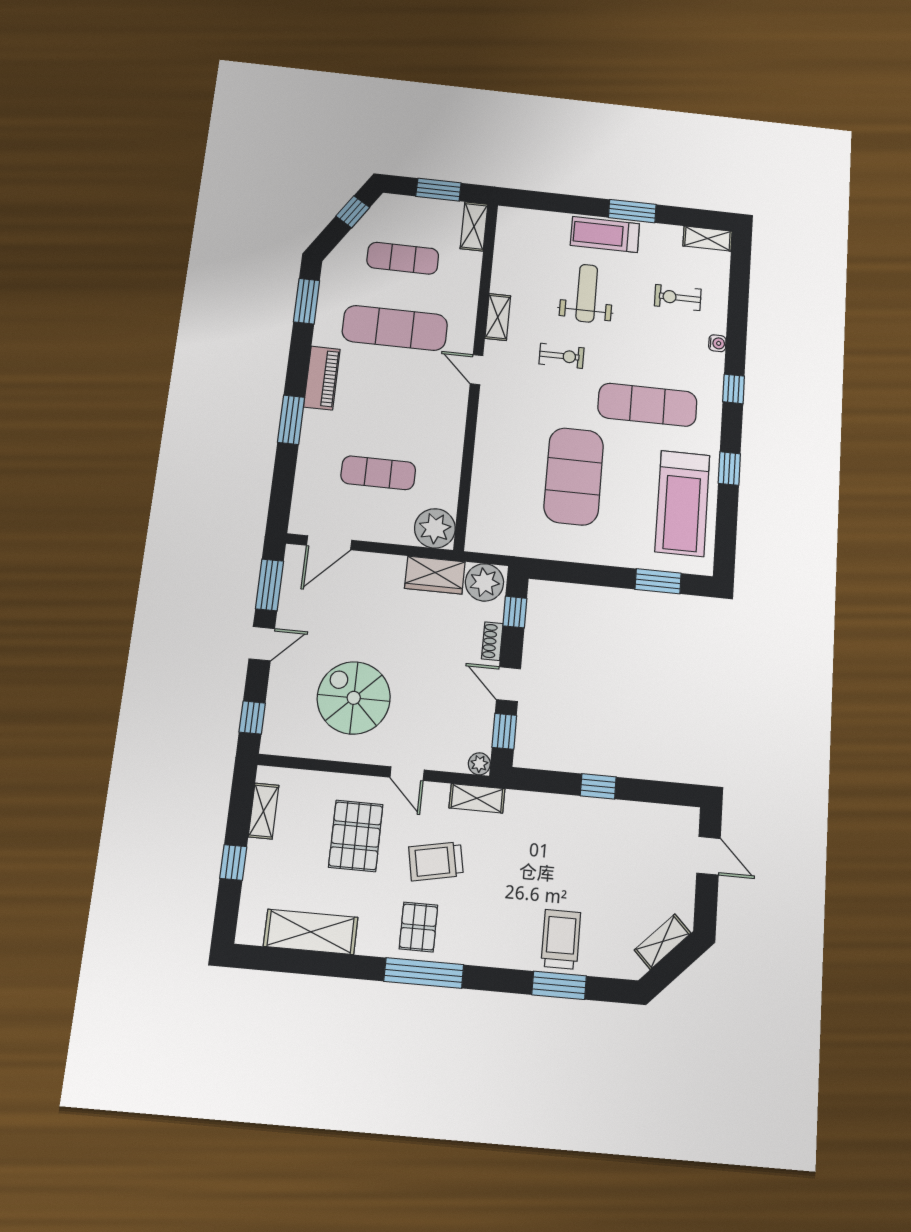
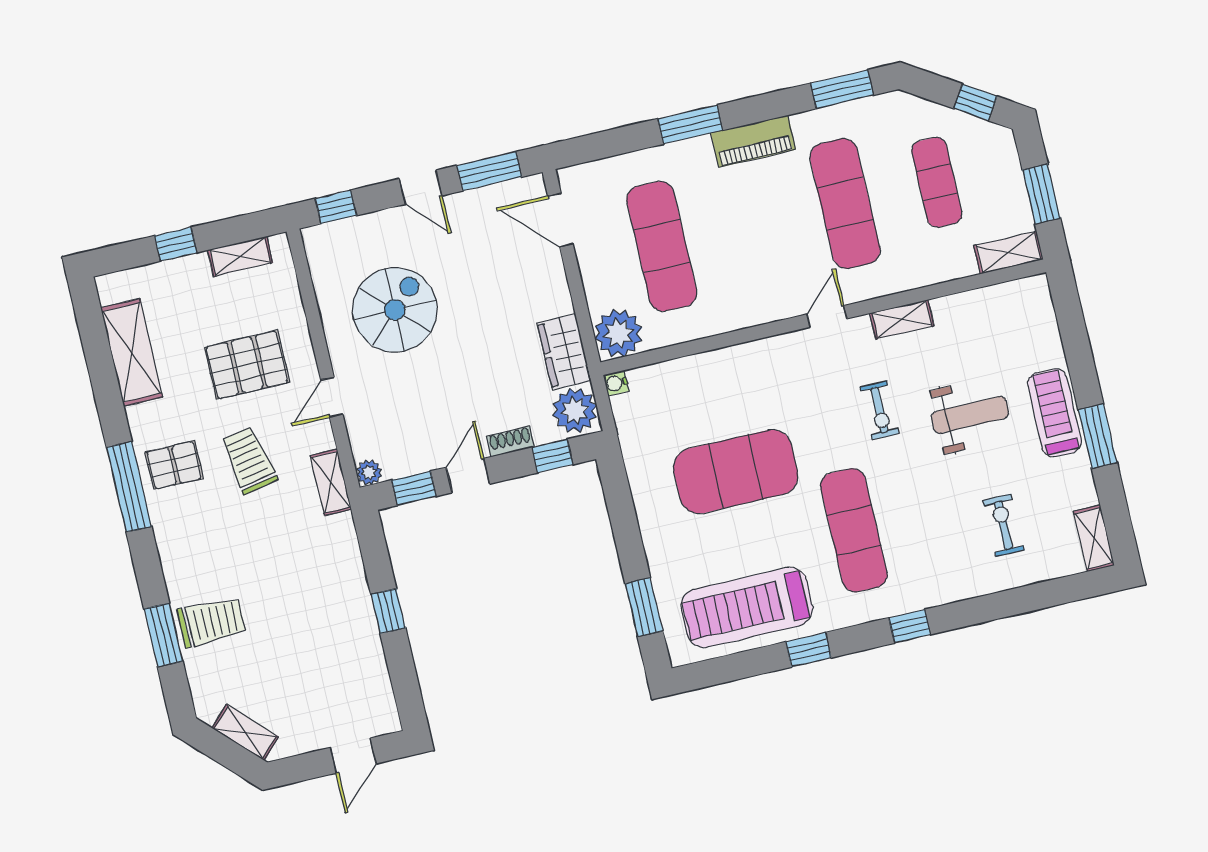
water cooler: (717, 343) -> (616, 383), moved, turned 90
exercise mat: (378, 473) -> (662, 246), width x1.36, depth x1.45

